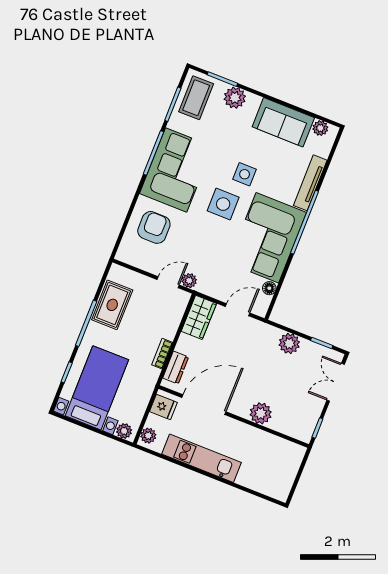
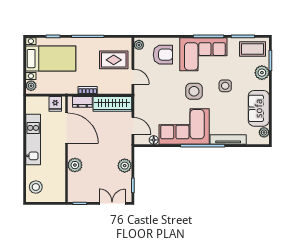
side table: (245, 174) -> (225, 86), moved
plant: (189, 281) -> (139, 45), moved
rug: (112, 305) -> (114, 60), moved
wardrobe: (199, 317) -> (112, 104), width x1.50
plant: (148, 436) -> (34, 102), removed
stool: (270, 481) -> (36, 187), added

